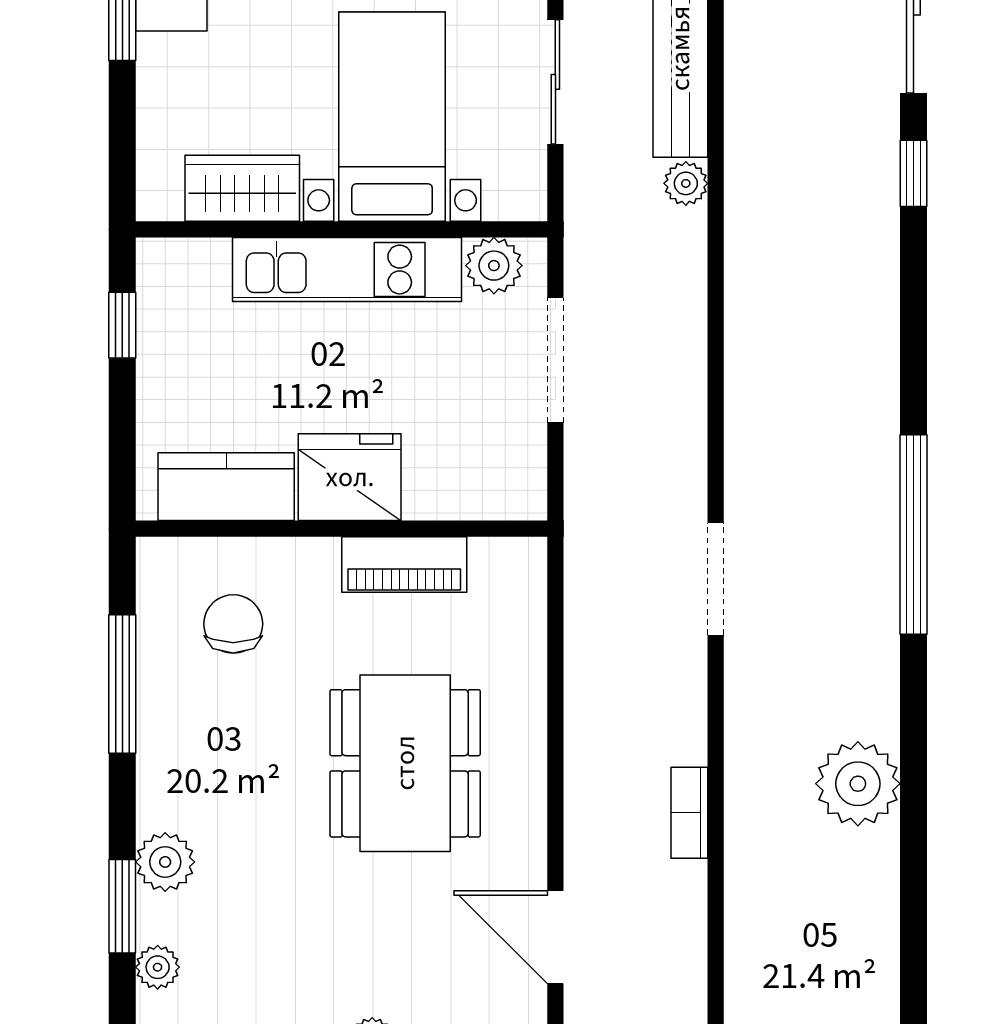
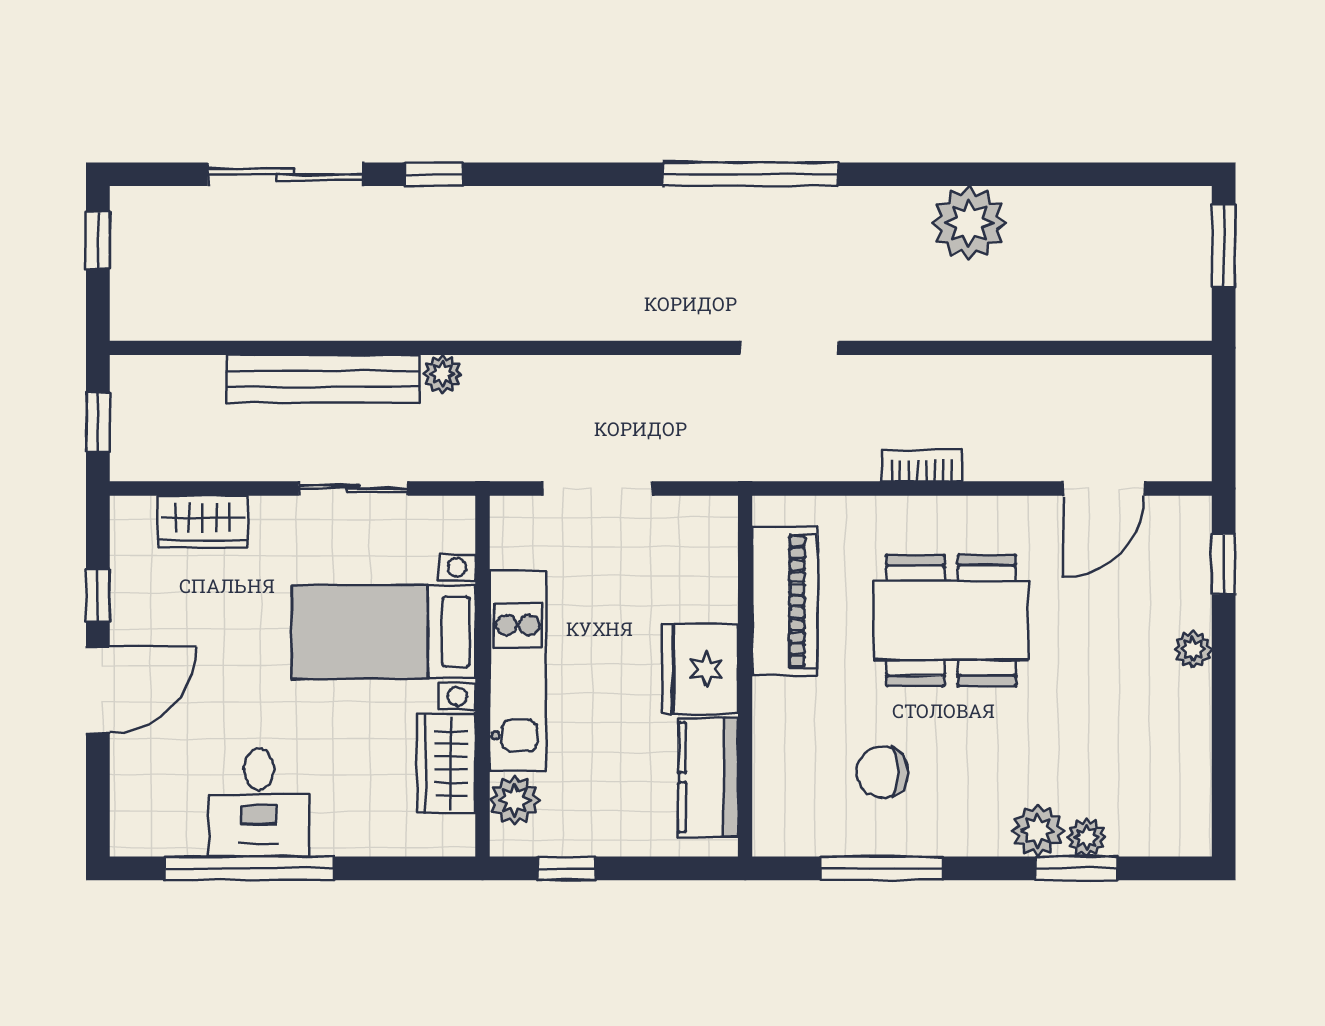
plant: (494, 266) -> (514, 800), moved
piano: (404, 565) -> (785, 601), width x1.37, depth x1.33
chair: (233, 624) -> (882, 772), moved
bookcase: (689, 813) -> (922, 465), moved, turned 180
plant: (158, 967) -> (1087, 838), moved

